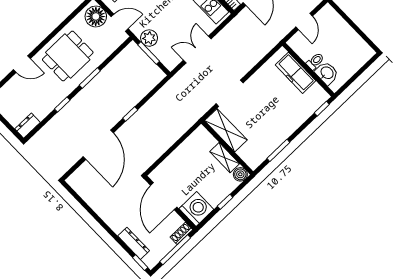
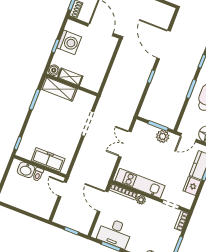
door: (304, 22) -> (62, 189), moved
double door: (197, 49) -> (125, 144), swing flipped
shelving: (226, 130) -> (59, 89), moved
washing machine: (196, 209) -> (69, 42), moved, turned -90

